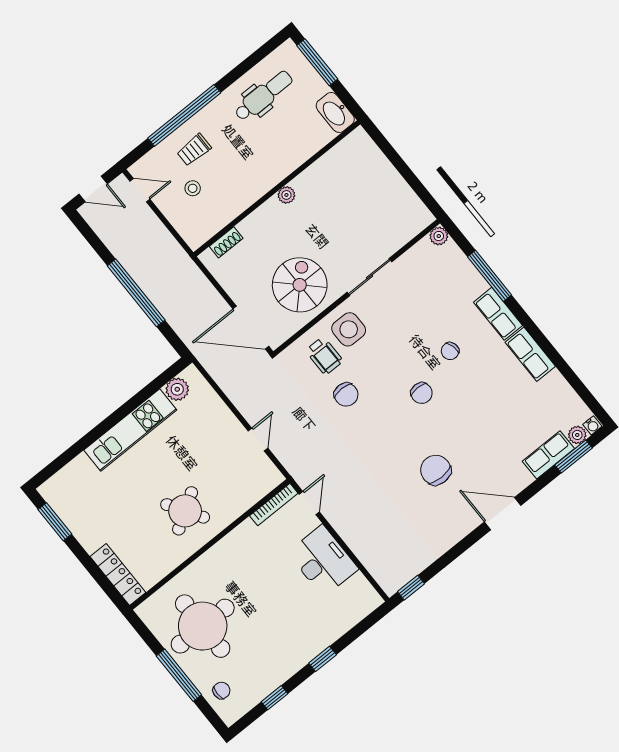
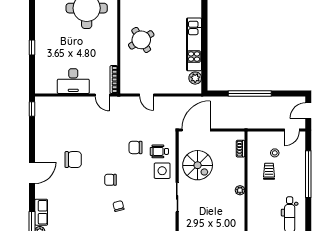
trolley: (194, 150) -> (269, 171), moved
window: (275, 698) -> (32, 14), removed

